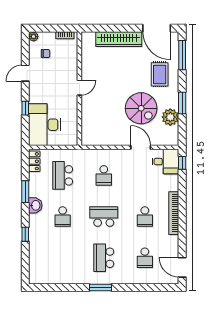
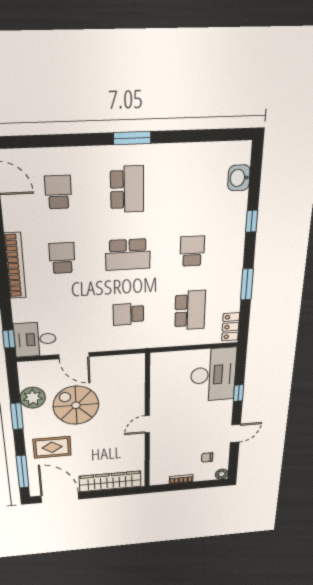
rug: (160, 74) -> (52, 447), turned 90
door: (79, 88) -> (147, 424), moved
wall: (79, 89) -> (147, 423), moved
school desk: (104, 175) -> (128, 314), turned -90
washbasin: (35, 205) -> (239, 178), moved

